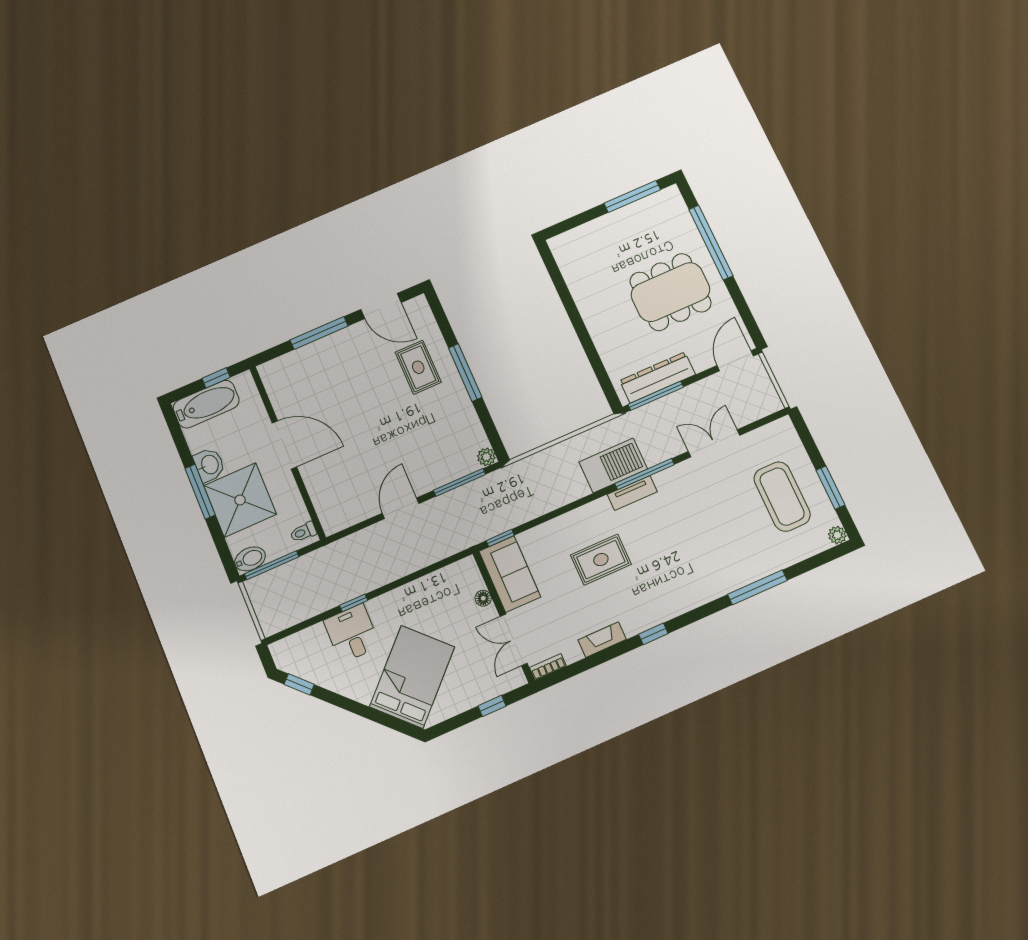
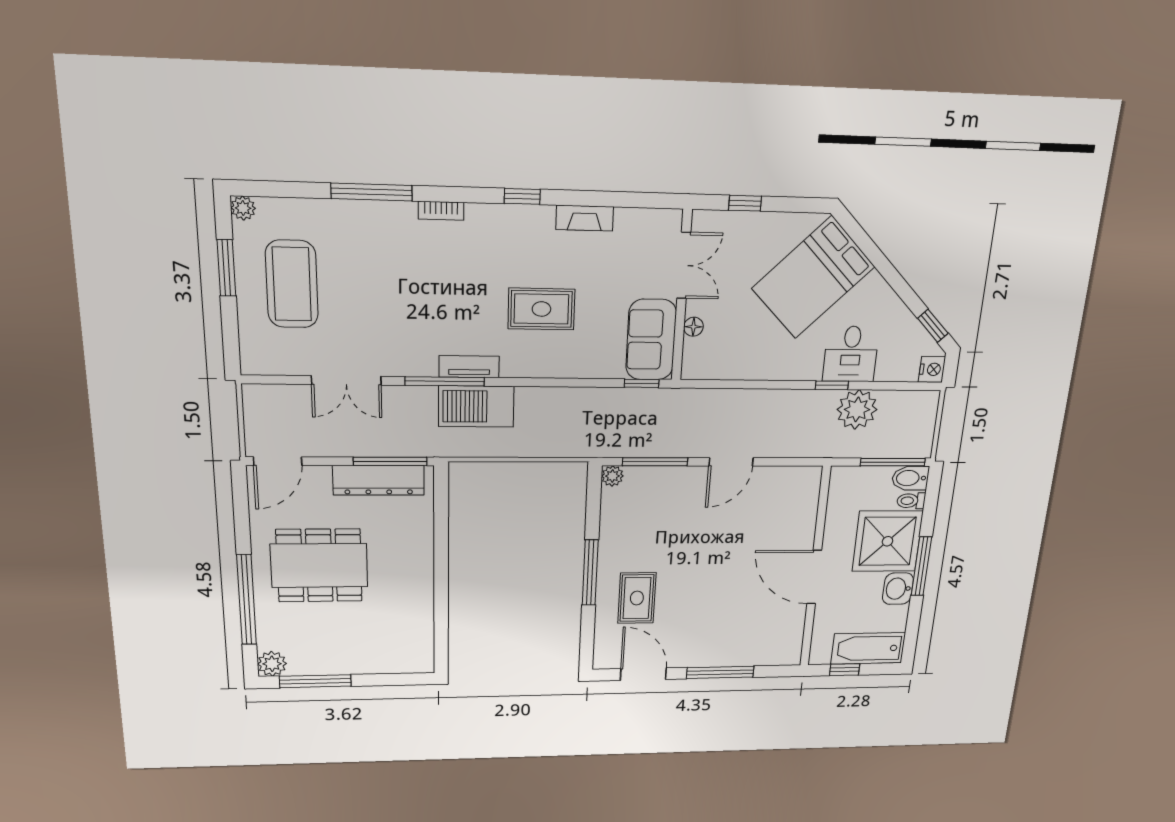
plant: (670, 198) -> (272, 664), added
toilet: (303, 532) -> (911, 501), moved, turned 180
plant: (323, 593) -> (857, 409), added
nightstand: (281, 651) -> (932, 369), added
bookcase: (548, 667) -> (441, 211), moved

